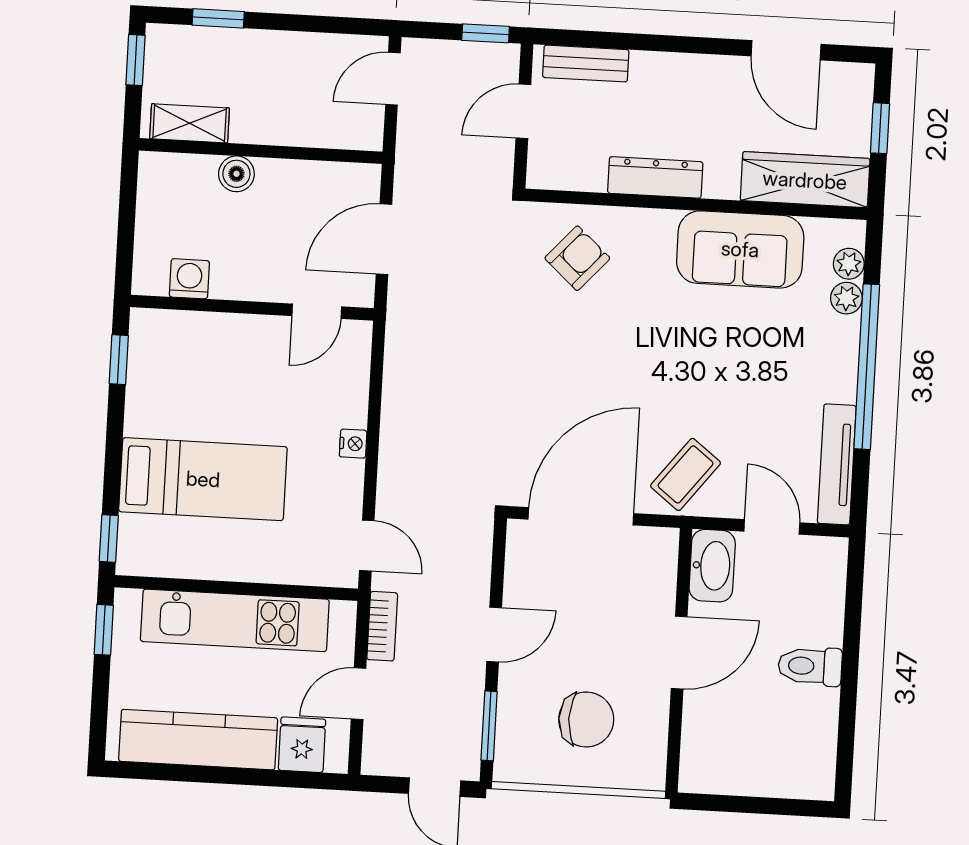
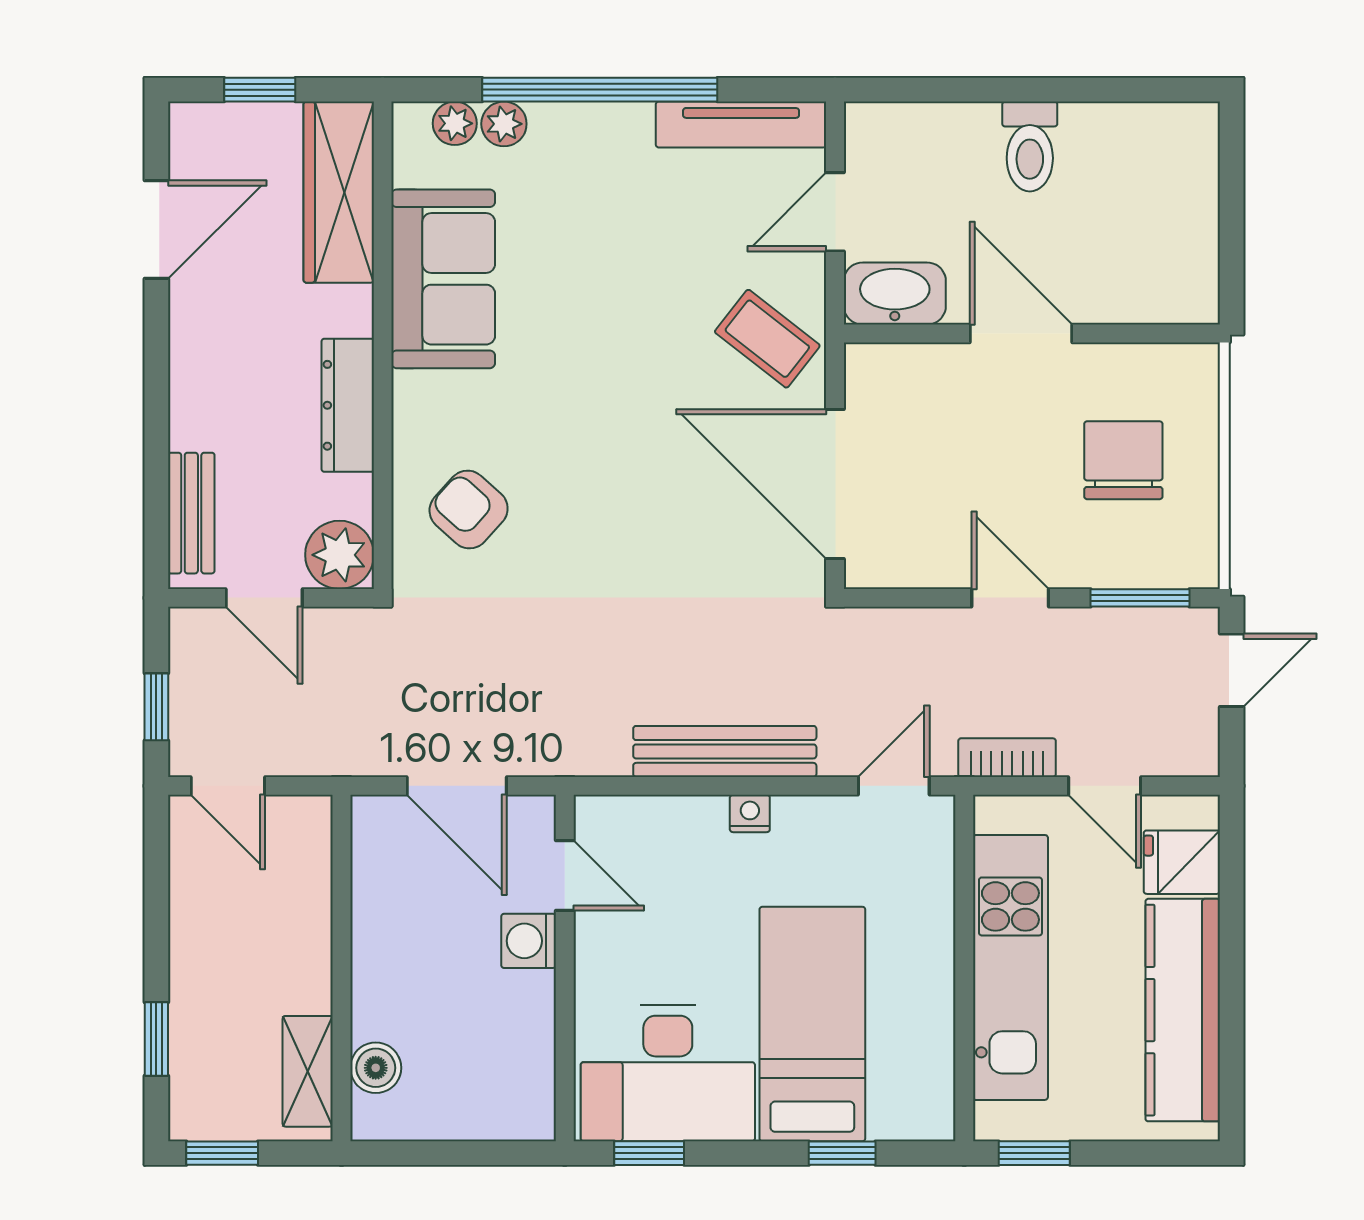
window: (486, 33) -> (156, 707), moved
plant: (551, 166) -> (340, 555), added
boiler: (236, 174) -> (376, 1068), moved
washing machine: (189, 279) -> (529, 941), moved
desk: (174, 376) -> (668, 1073), added
bench: (398, 428) -> (725, 751), added
window: (109, 538) -> (842, 1153), moved

